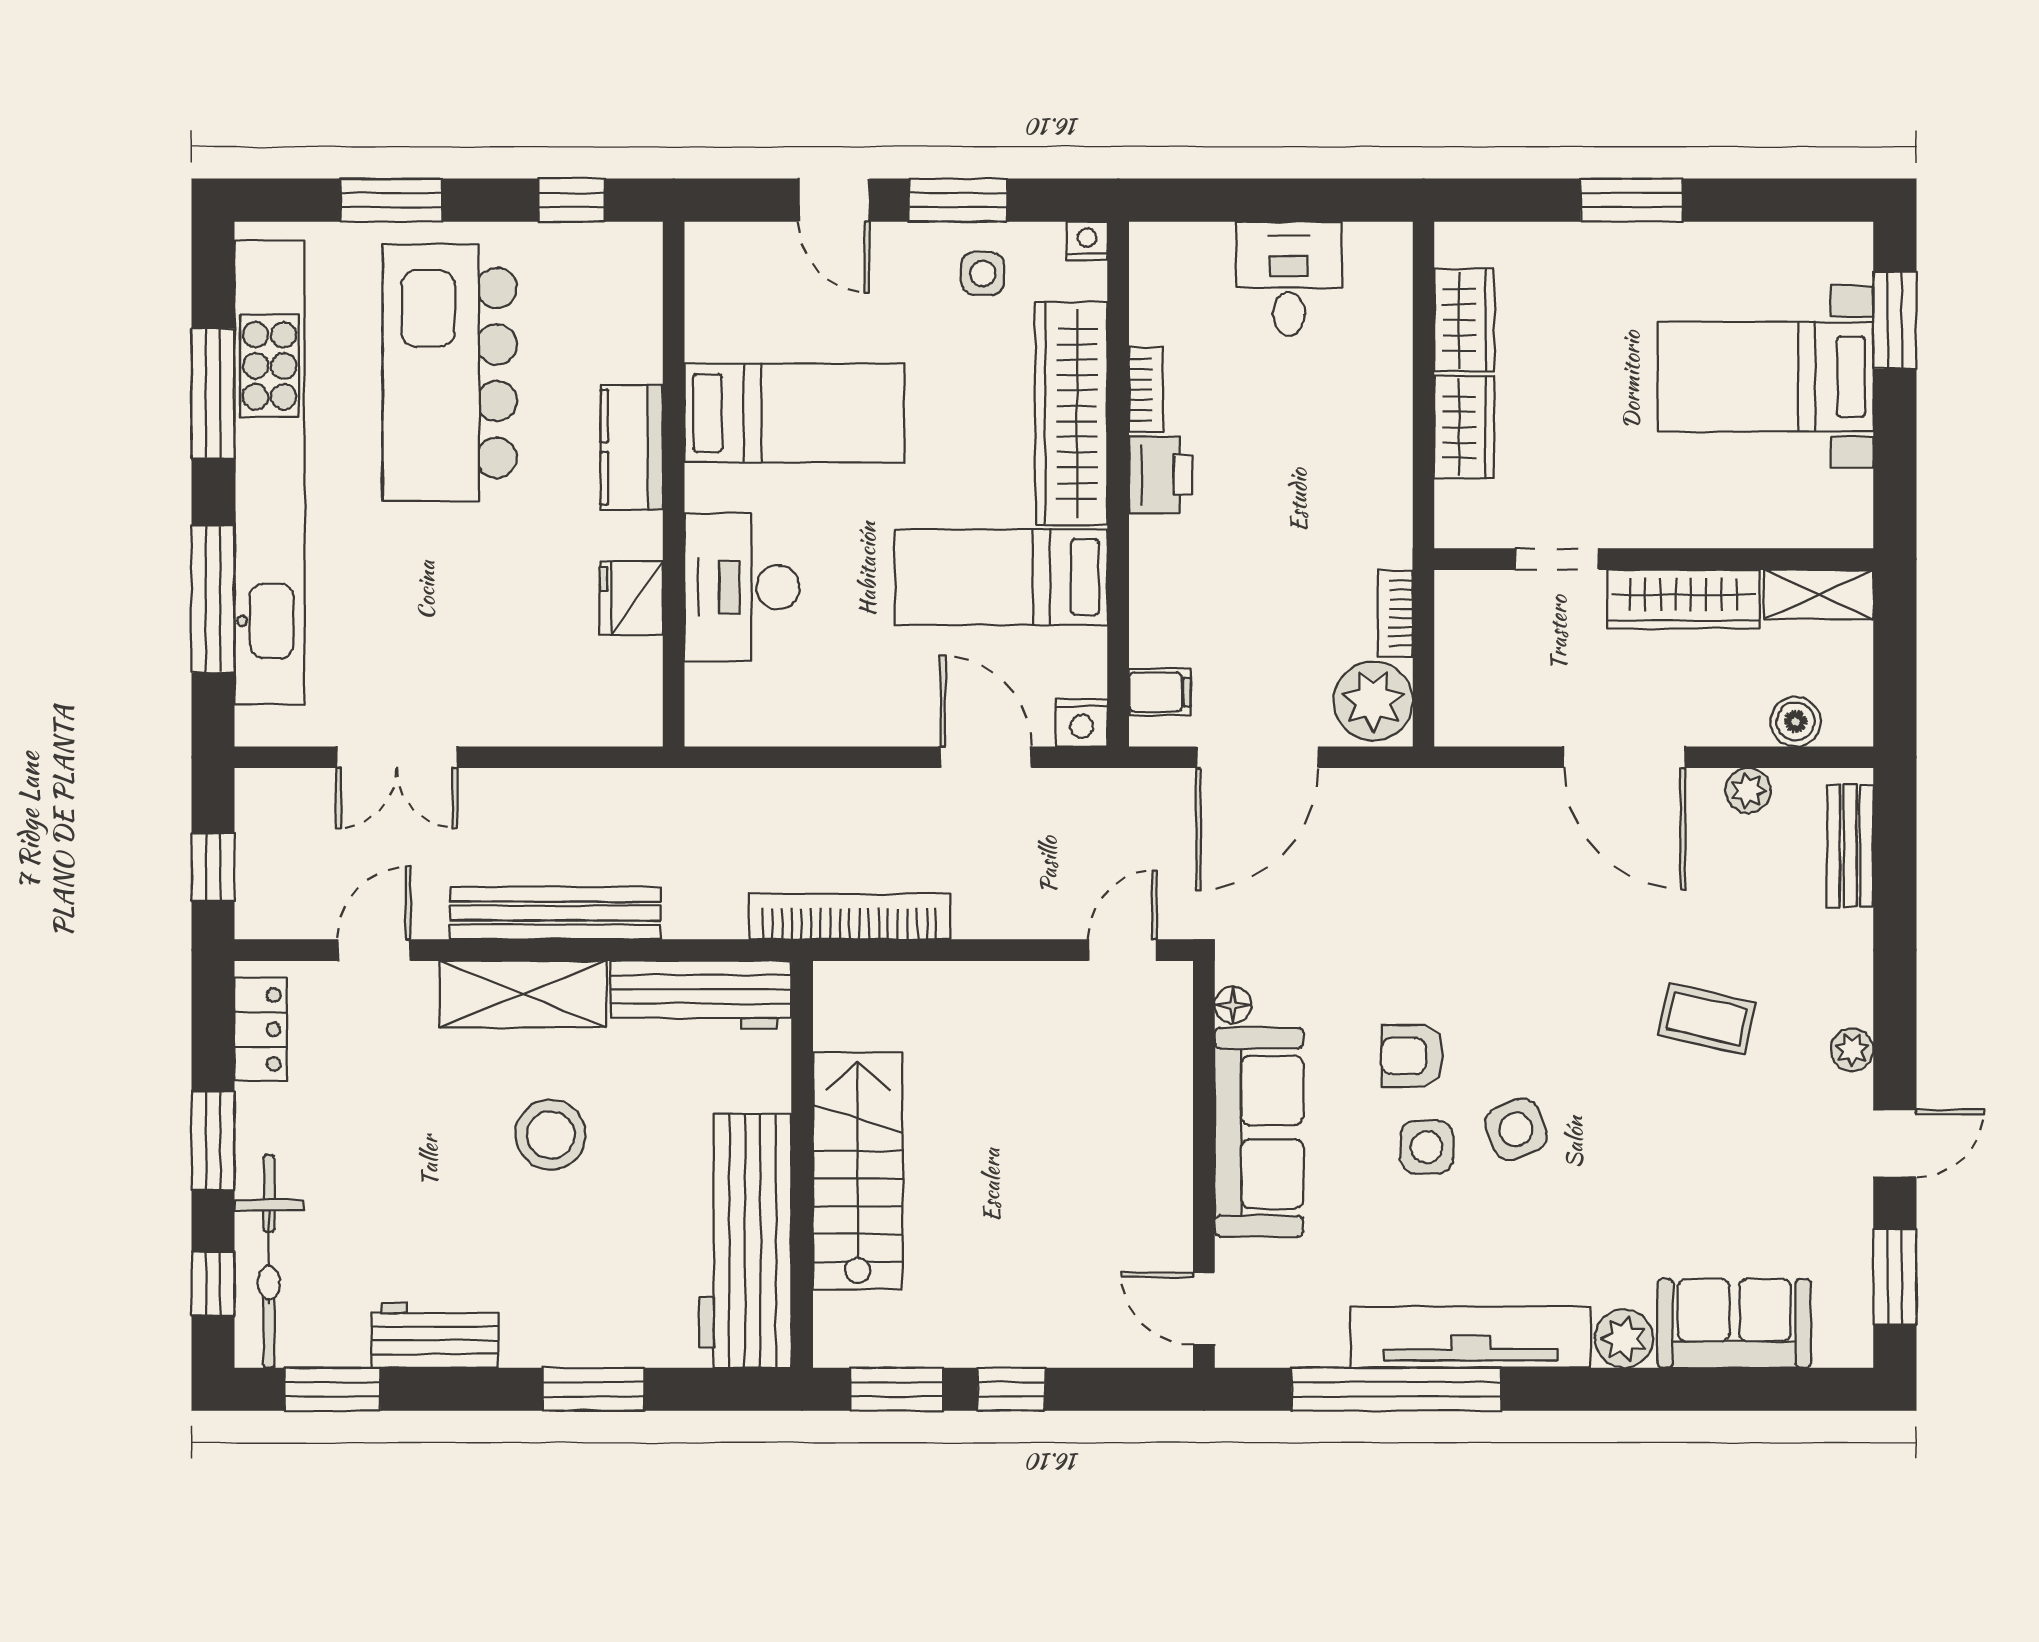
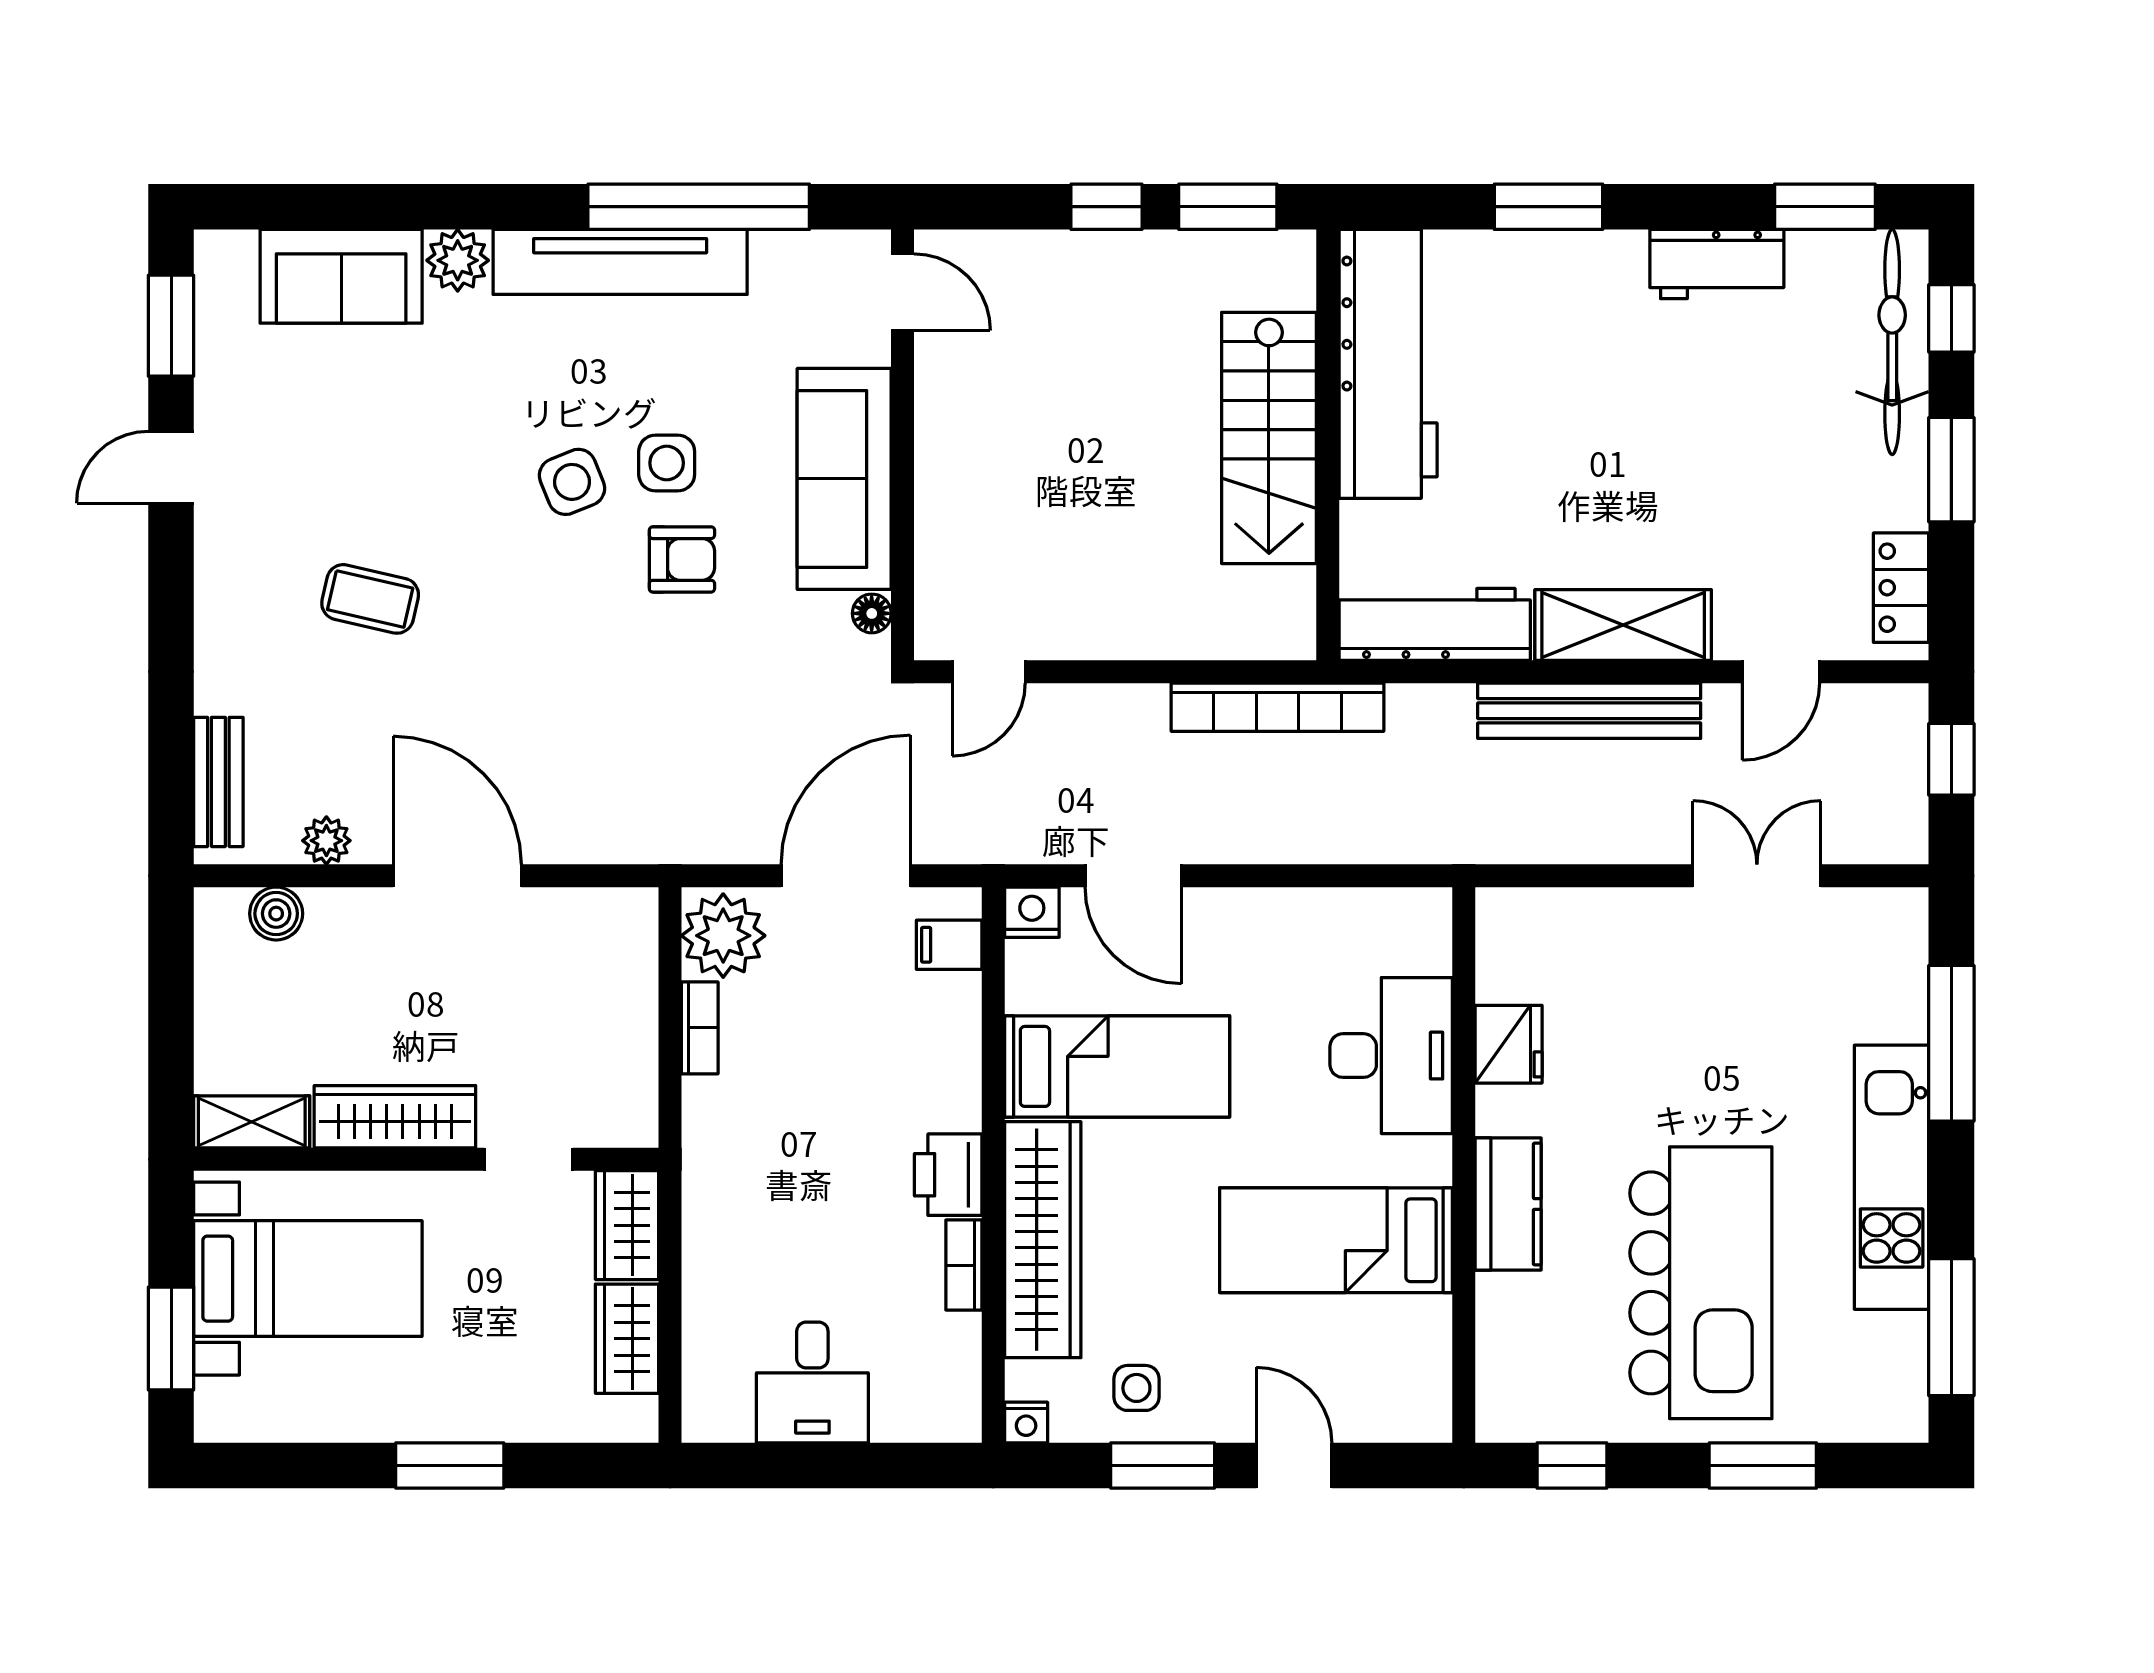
window: (213, 394) -> (1951, 1327), moved
kitchen unit: (270, 472) -> (1892, 1177), width x0.54
doorway: (1557, 559) -> (529, 1159), moved
wall: (1654, 559) -> (426, 1159), moved
shelving: (1819, 594) -> (252, 1122), moved
wardrobe: (1683, 599) -> (395, 1117), moved
plant: (1852, 1050) -> (216, 566), removed
stool: (551, 1135) -> (1594, 476), removed

